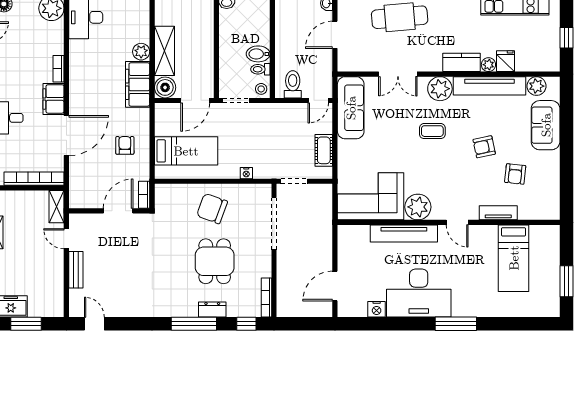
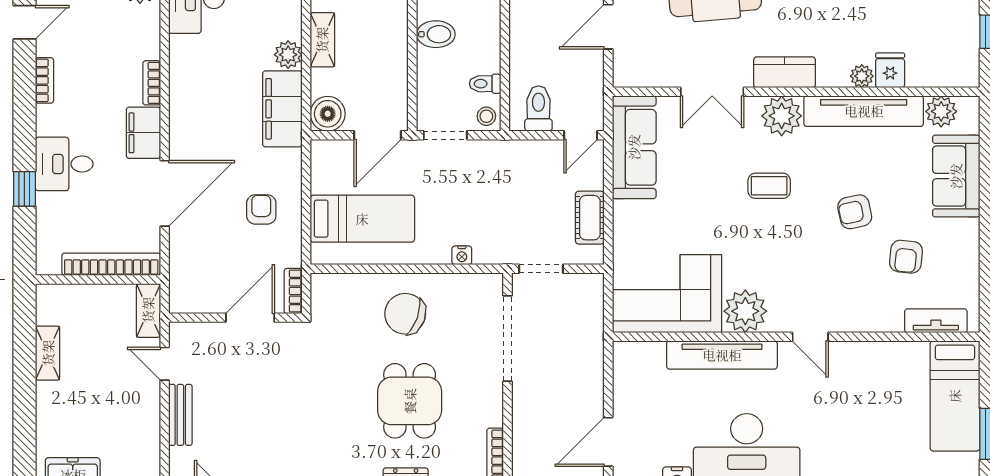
shelving: (164, 51) -> (322, 40), width x0.67, depth x0.75
bidet: (258, 54) -> (436, 34), moved, turned 180
kitchen counter: (461, 62) -> (785, 72), moved
tv unit: (498, 213) -> (936, 321), moved
bed: (514, 258) -> (955, 396), moved

